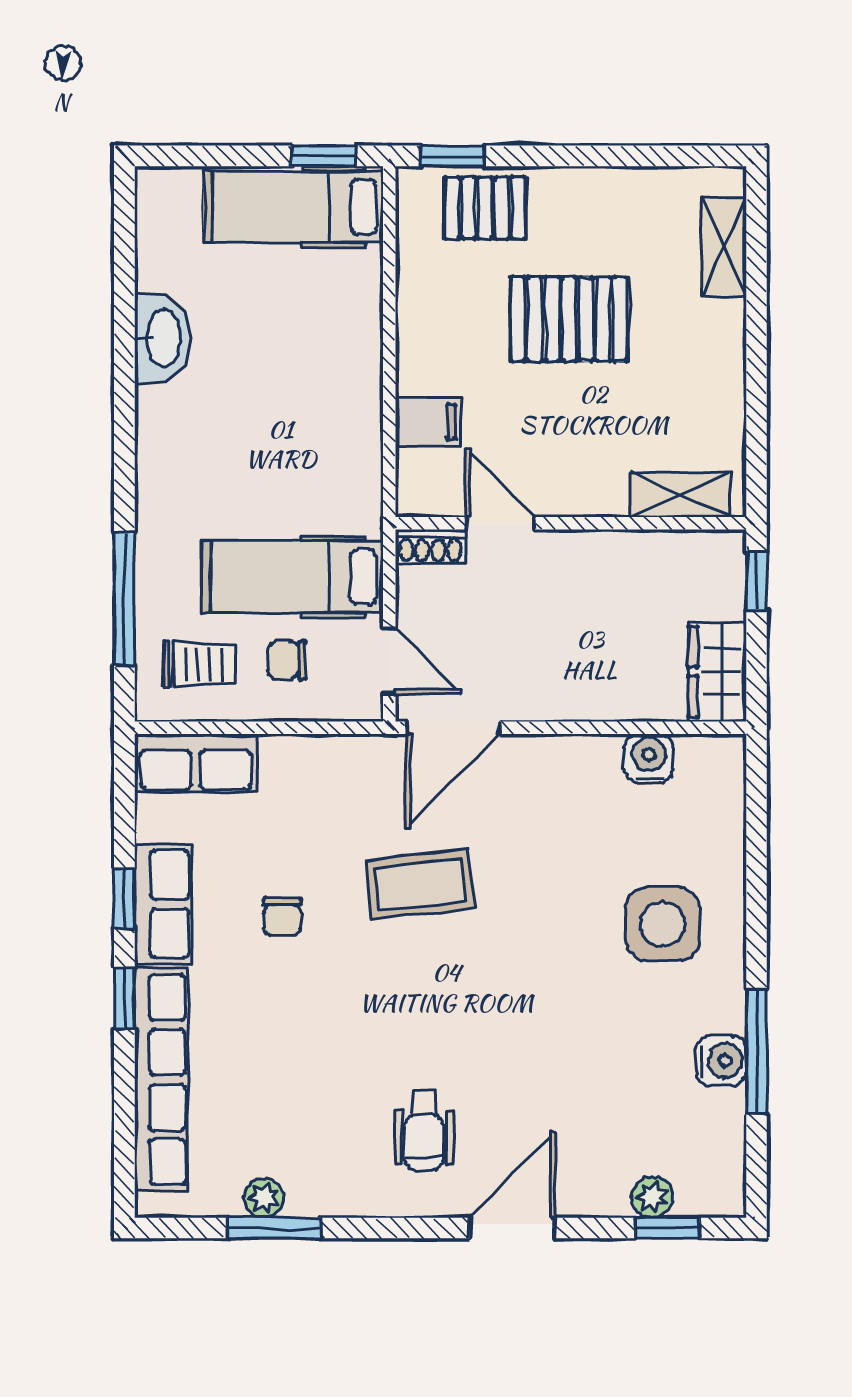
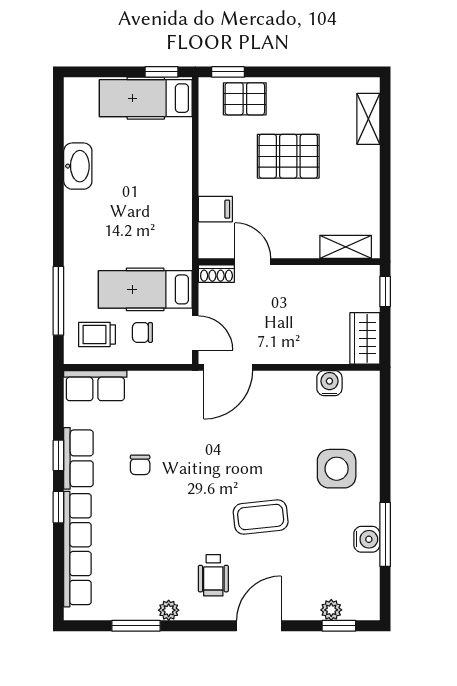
trolley: (199, 664) -> (97, 334), turned 180
coffee table: (420, 885) -> (261, 517), moved
plant: (264, 1198) -> (169, 610), moved

